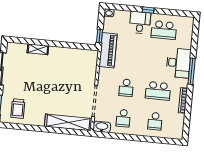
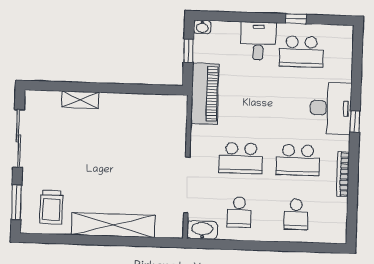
window: (148, 10) -> (296, 19), moved
window: (99, 36) -> (188, 51), moved
window: (192, 71) -> (355, 122), width x0.46
school desk: (126, 88) -> (241, 158), width x1.85
shelving: (68, 122) -> (113, 225), moved

